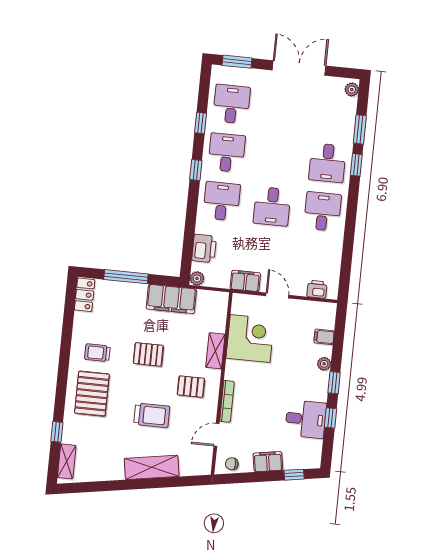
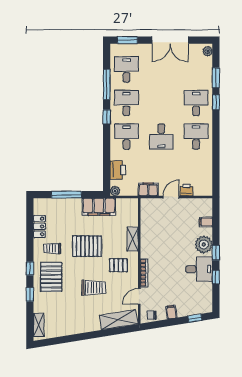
double door: (299, 68) -> (170, 40), swing flipped
window: (201, 123) -> (107, 85), width x2.17
desk: (327, 163) -> (196, 103), turned 180
printer: (317, 289) -> (186, 190), moved
locker: (85, 295) -> (39, 226), moved
door: (277, 295) -> (171, 197), hinge flipped
corner desk: (250, 339) -> (155, 228), removed
pallet: (148, 354) -> (87, 246), width x1.50, depth x1.42
plant: (324, 364) -> (204, 245), width x1.87, depth x1.87
window: (62, 378) -> (30, 268), added
desk: (306, 419) -> (199, 269), moved
window: (57, 432) -> (30, 294), moved
filing cabinet: (268, 462) -> (171, 312), width x0.50
shelving: (152, 467) -> (119, 320), moved

